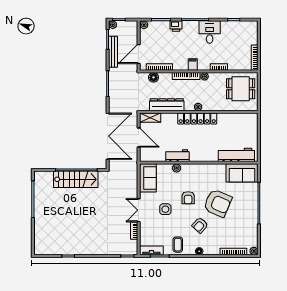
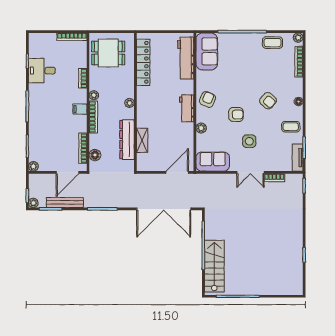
printer: (176, 26) -> (35, 129), removed
desk: (210, 32) -> (42, 71), moved
door: (139, 54) -> (67, 172), hinge flipped
dining table: (241, 89) -> (108, 53), turned 90
shelving: (150, 118) -> (142, 140), moved
locker: (197, 119) -> (143, 62), moved
double door: (108, 136) -> (164, 209), swing flipped
door: (139, 138) -> (177, 172), moved
workbench: (178, 156) -> (187, 108), moved
stairs: (76, 179) -> (214, 266), moved
armchair: (218, 203) -> (208, 99), moved, width x0.53, depth x0.53
coffee table: (250, 229) -> (273, 43), added

